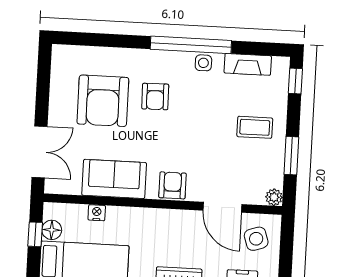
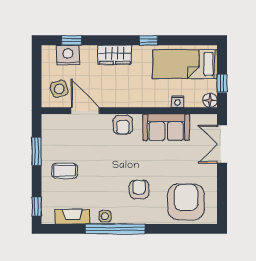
armchair: (103, 101) -> (186, 202), moved
plant: (274, 197) -> (48, 120), removed
floor lamp: (52, 230) -> (210, 100), moved

